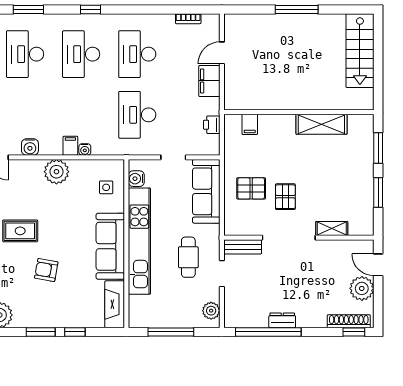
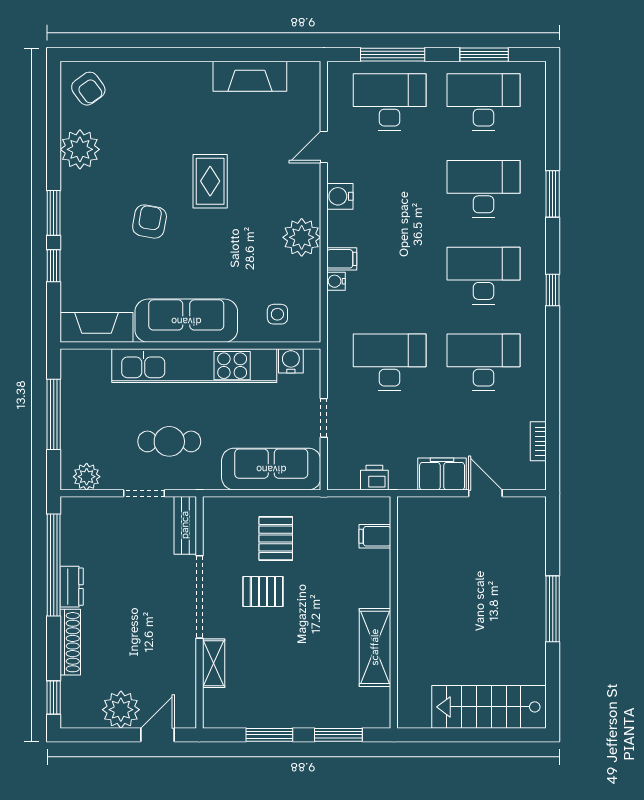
shoe rack: (349, 321) -> (70, 642), moved

